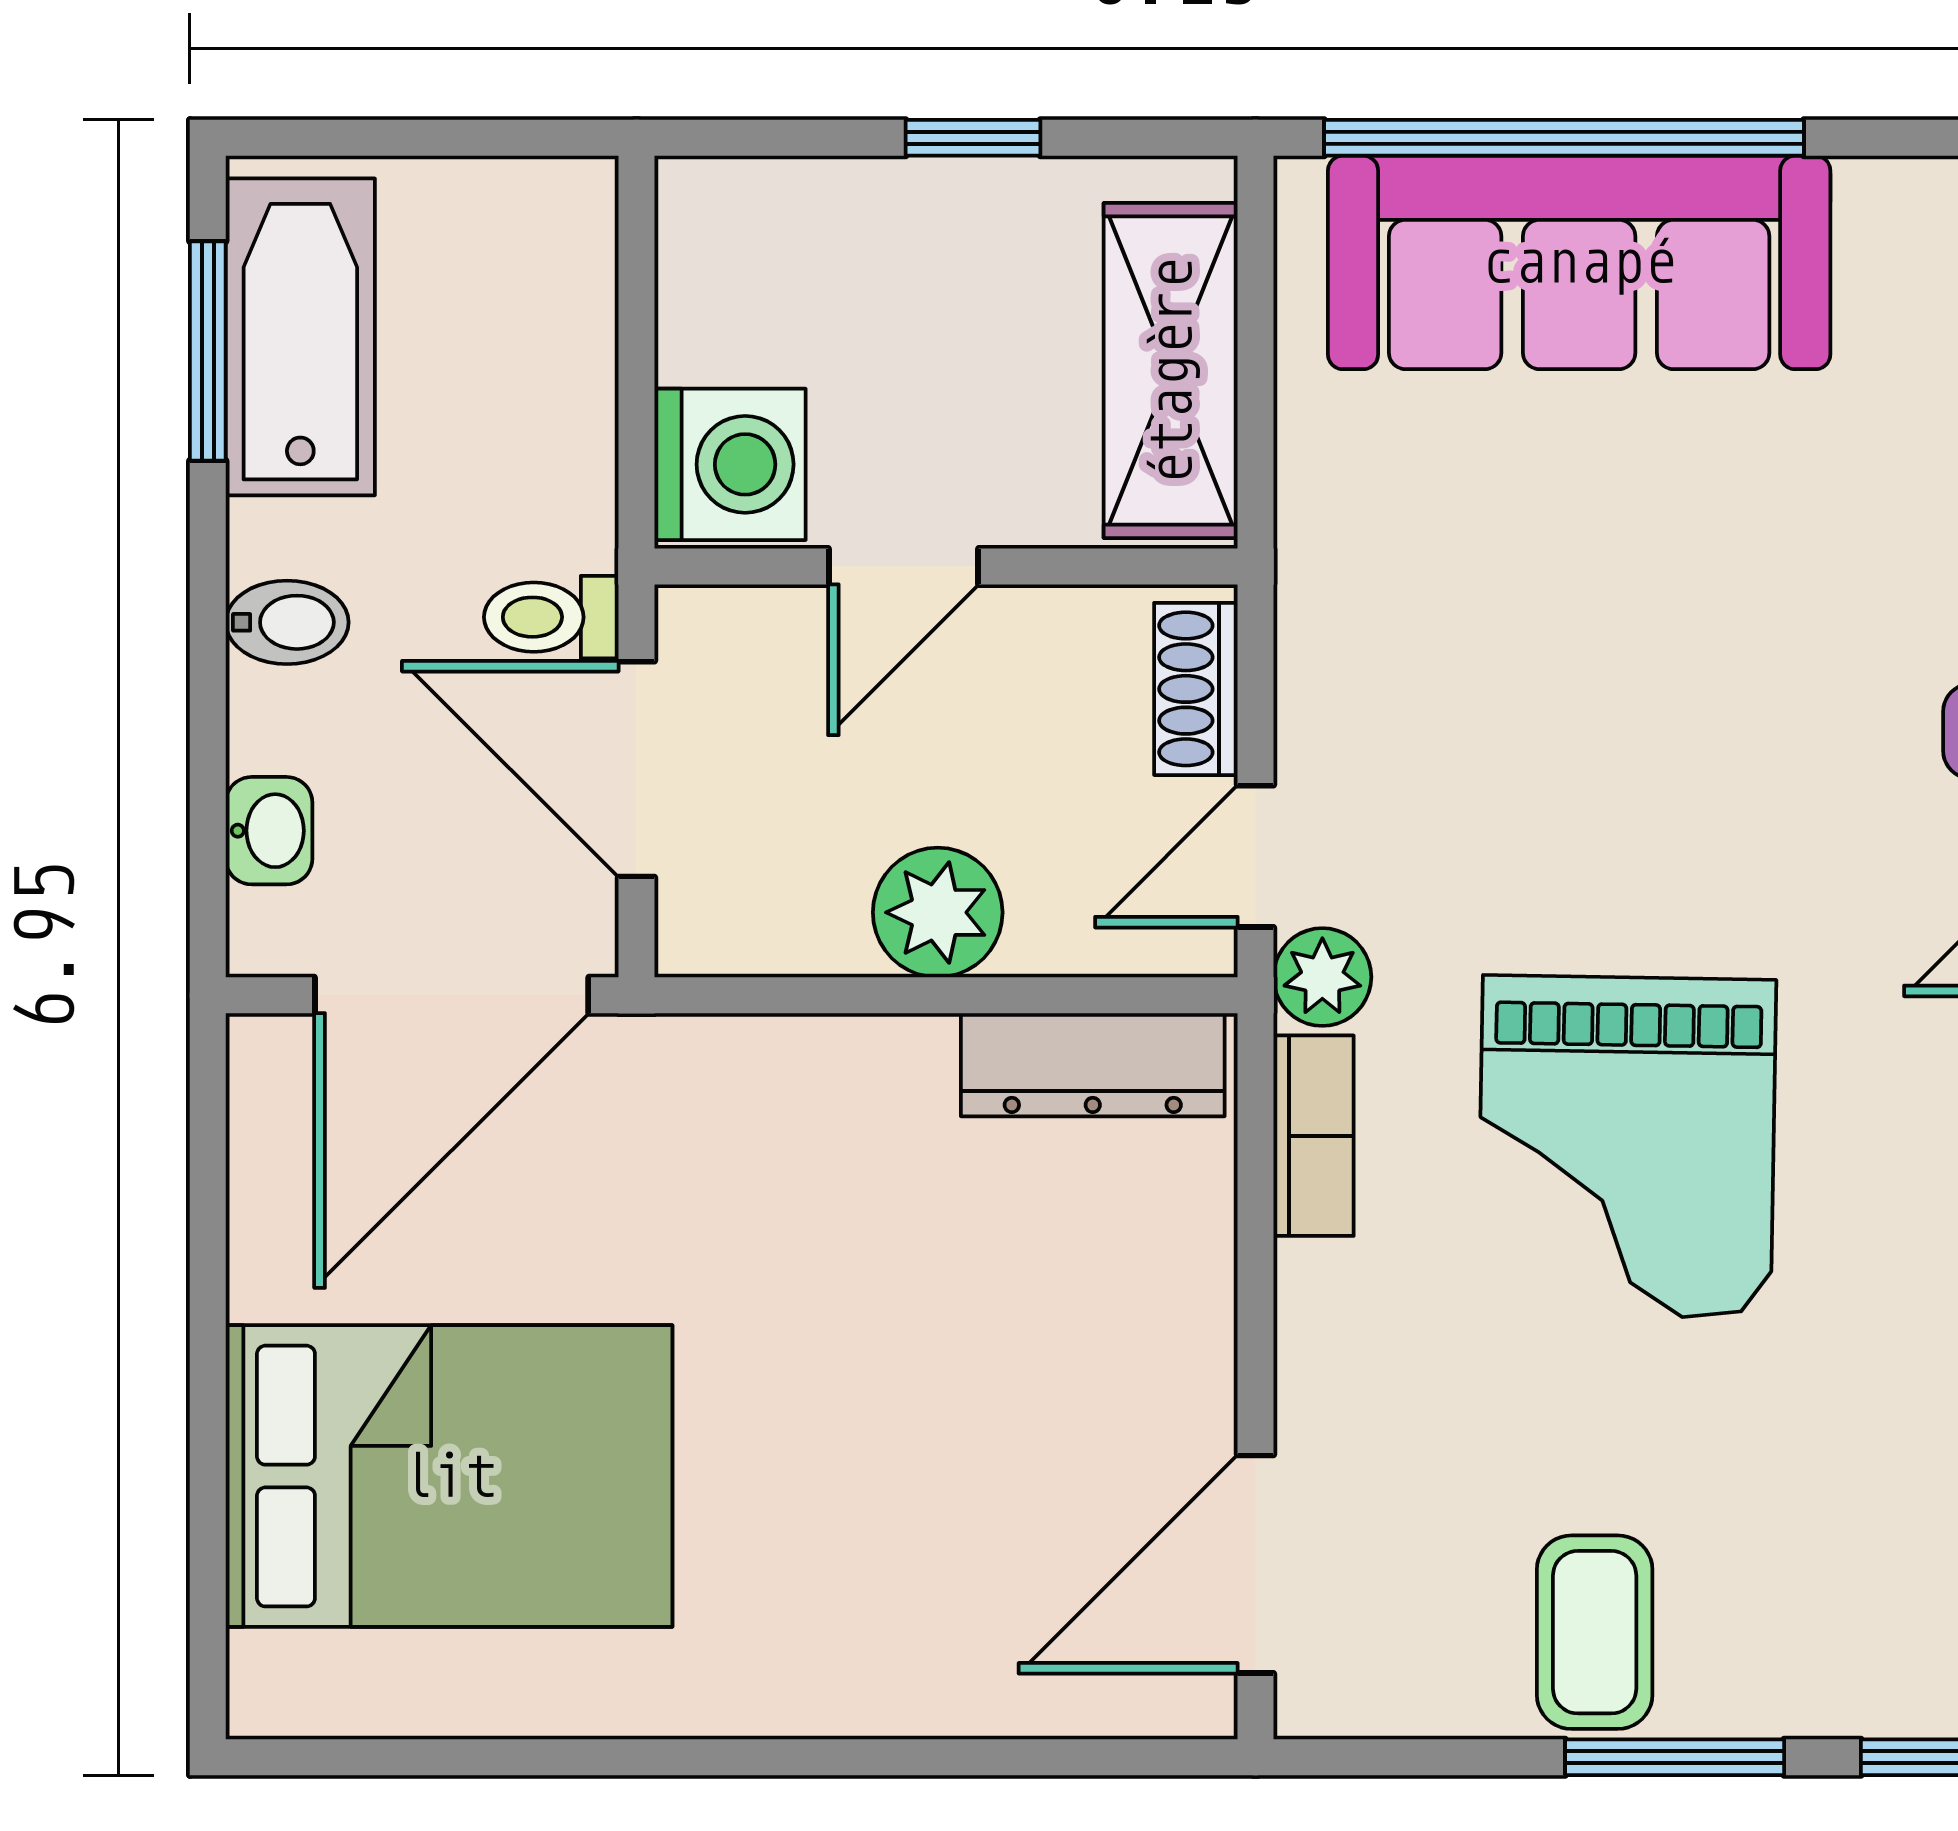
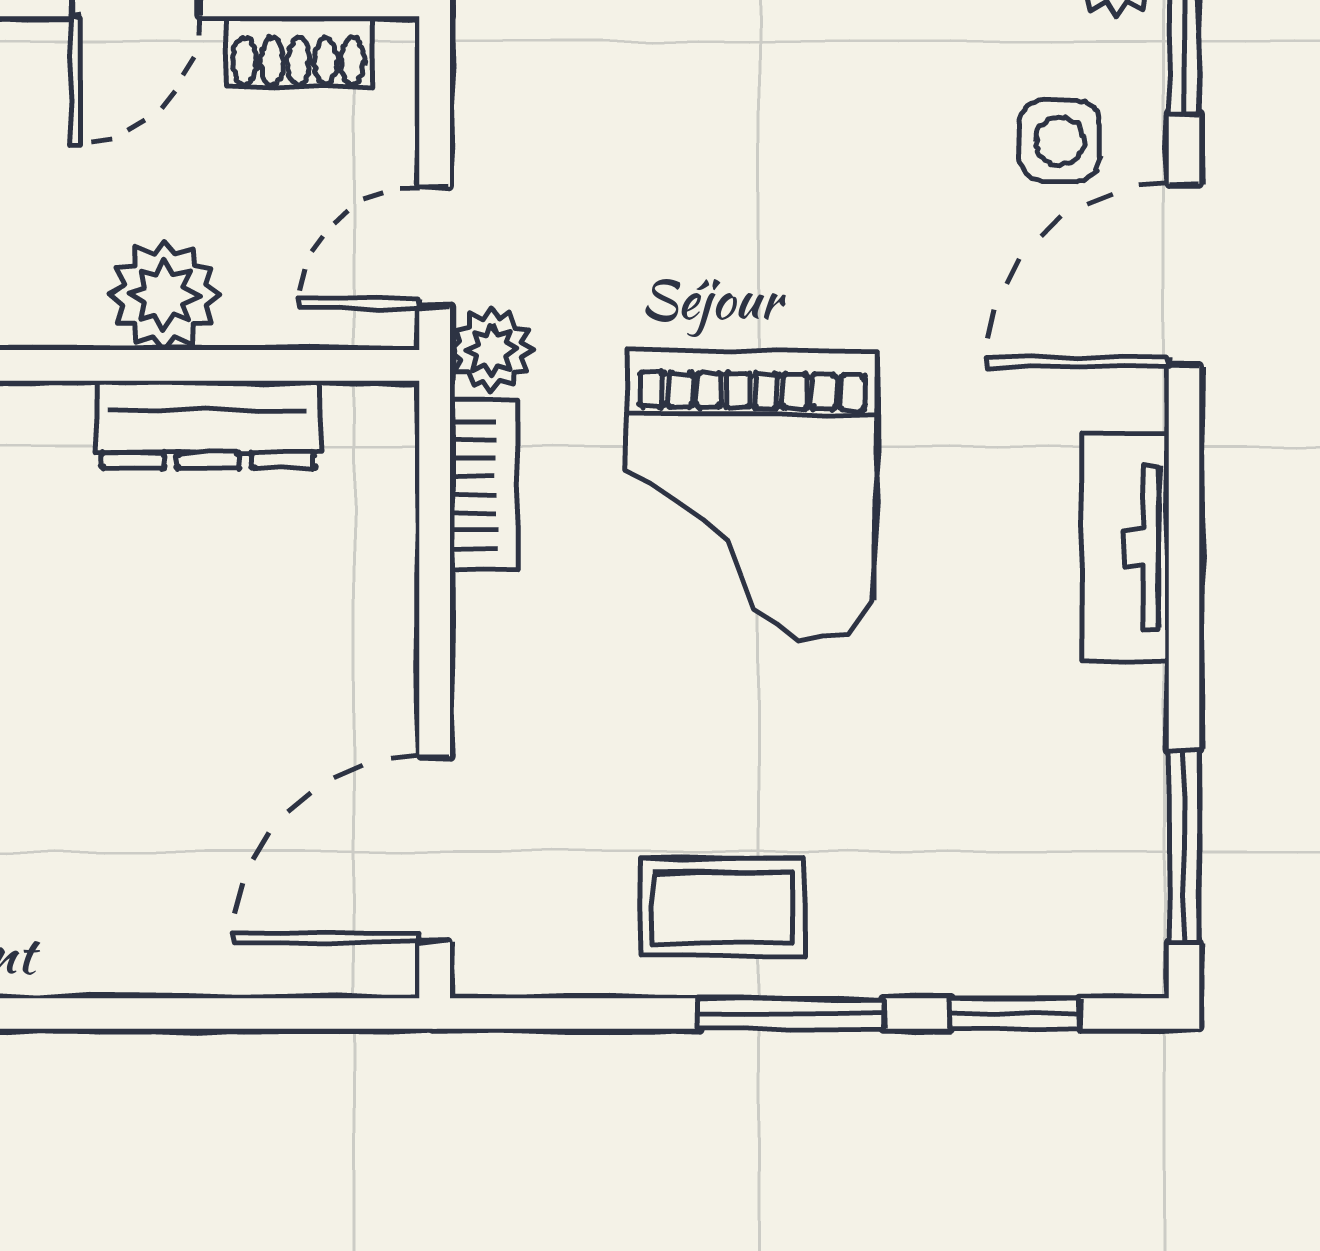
shoe rack: (1196, 689) -> (299, 52), moved, turned -90
dresser: (1093, 1065) -> (208, 425), moved
coffee table: (1595, 1632) -> (723, 907), turned 90

